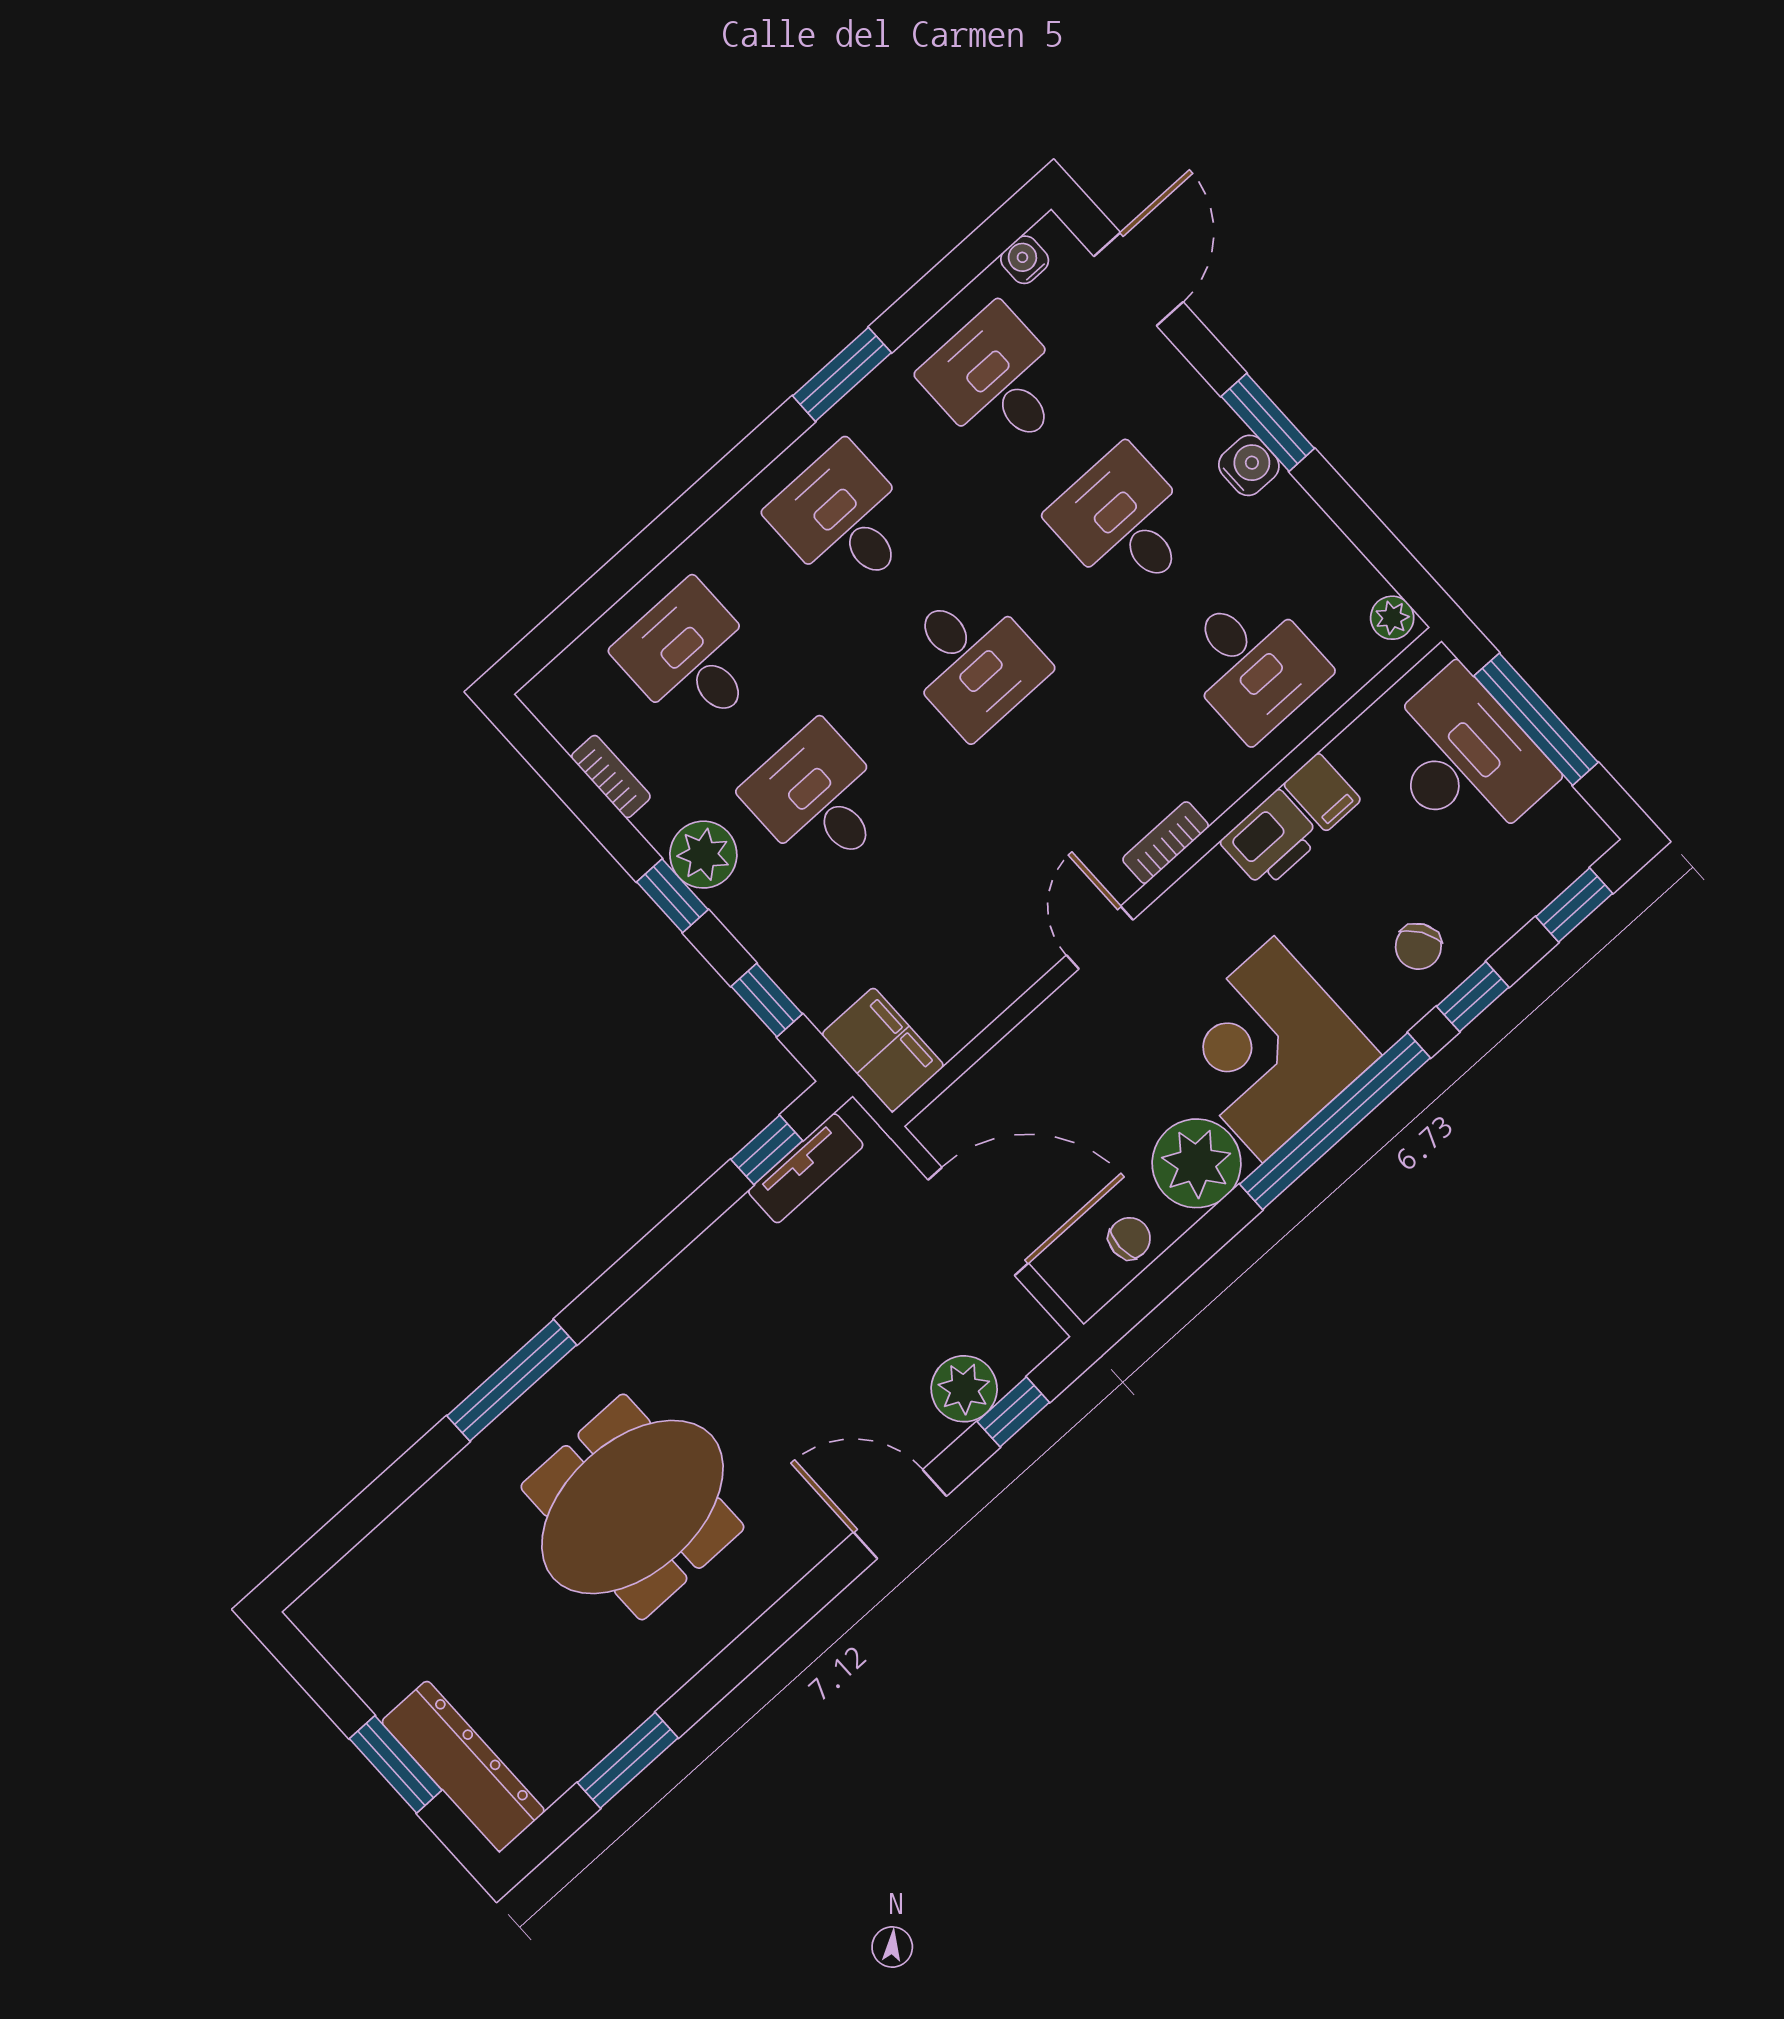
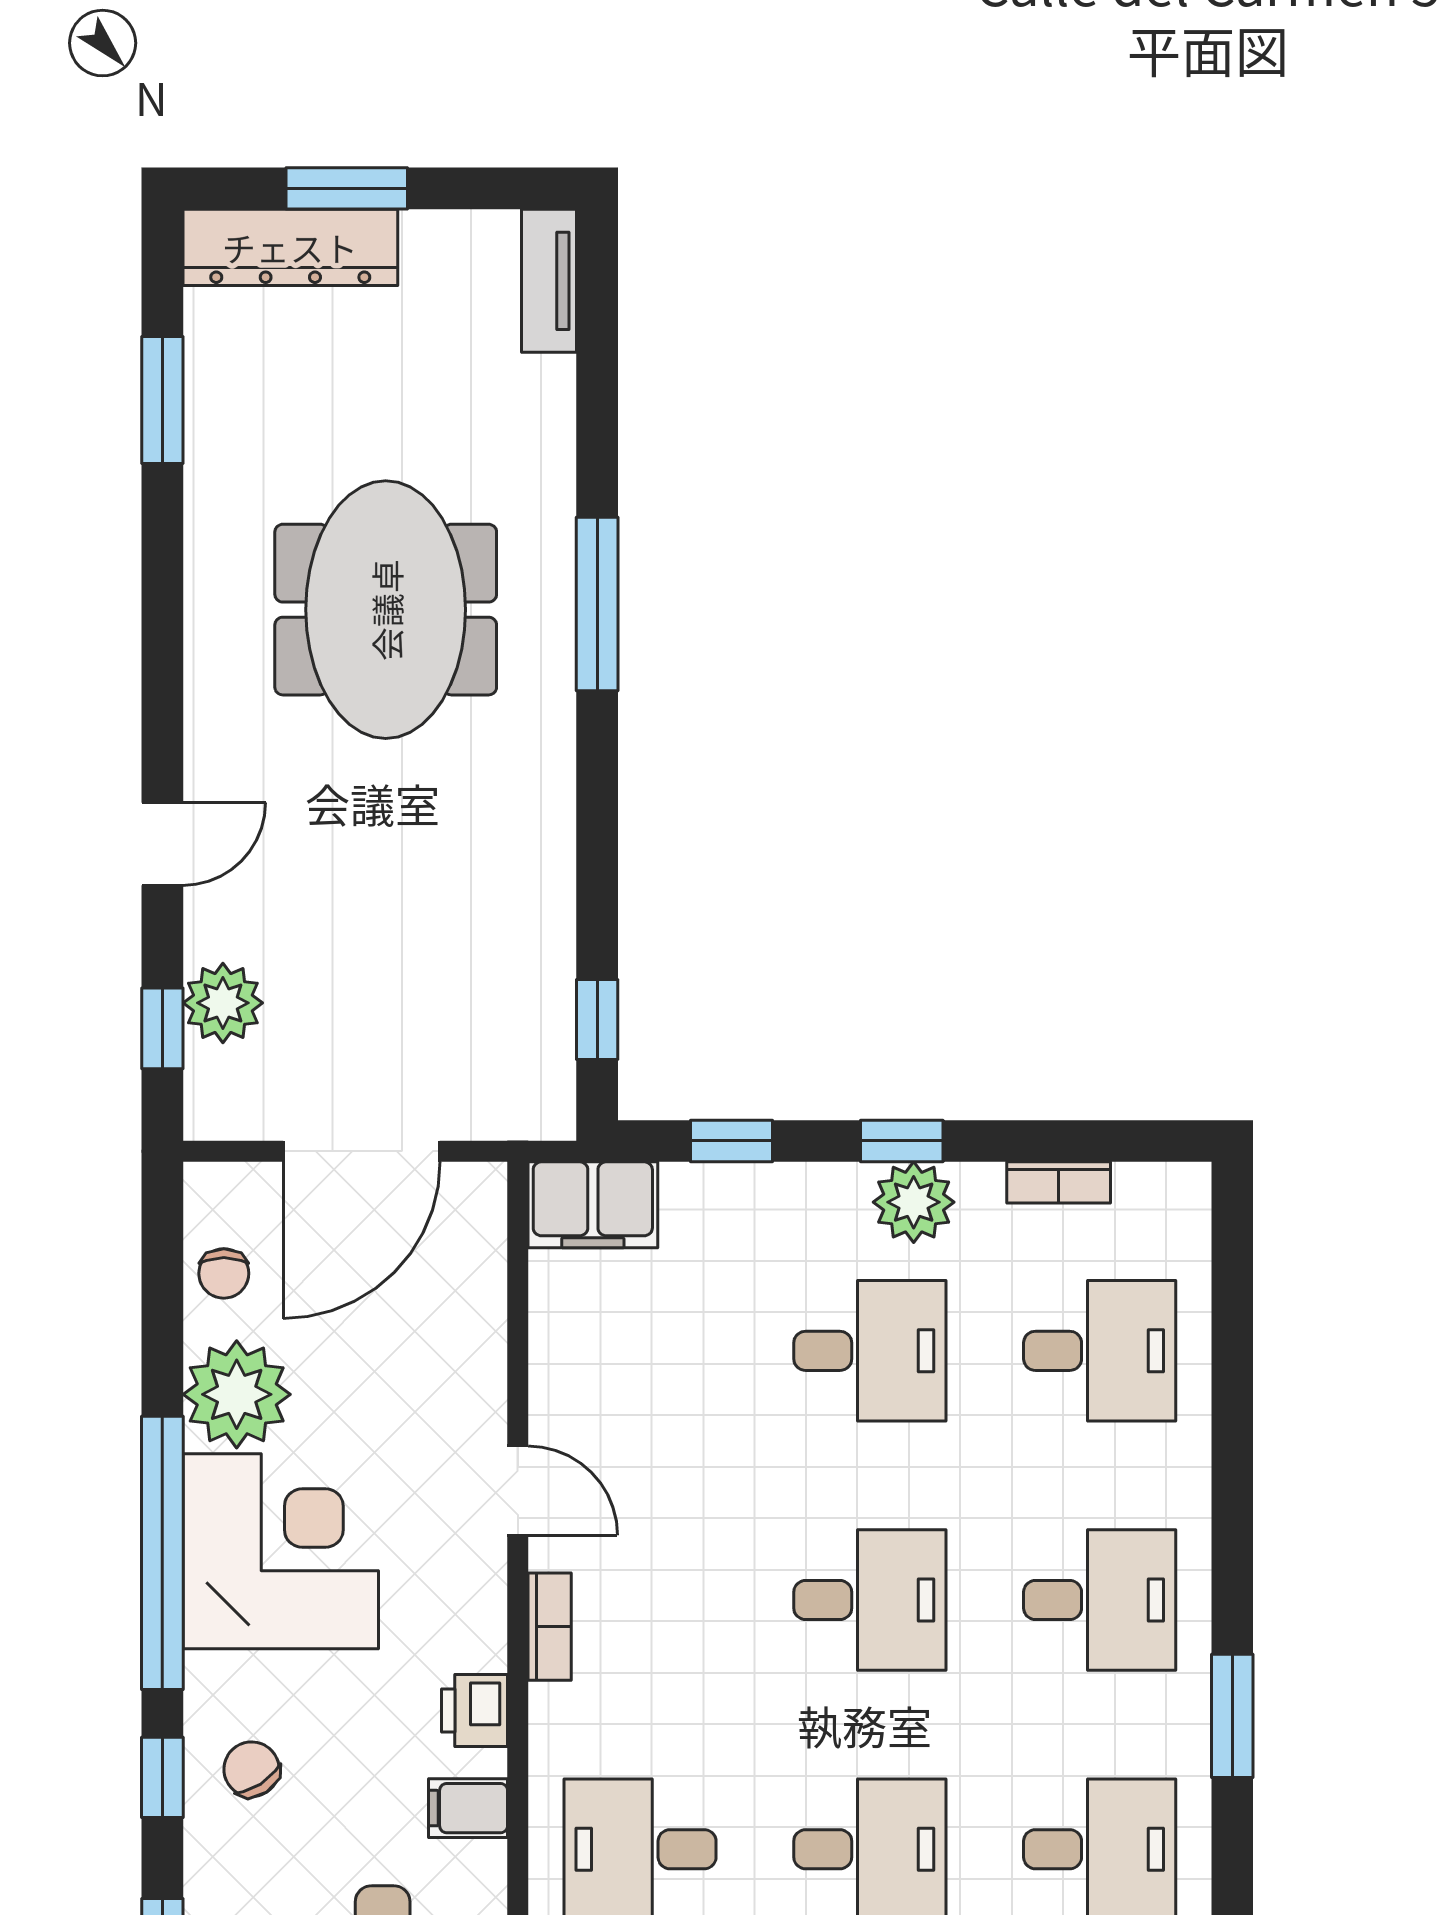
desk: (972, 661) -> (870, 1600), turned 180
printer: (1271, 840) -> (475, 1710), width x0.73, depth x0.81
tv unit: (806, 1168) -> (549, 281), moved
door: (900, 1514) -> (162, 844), width x0.73

